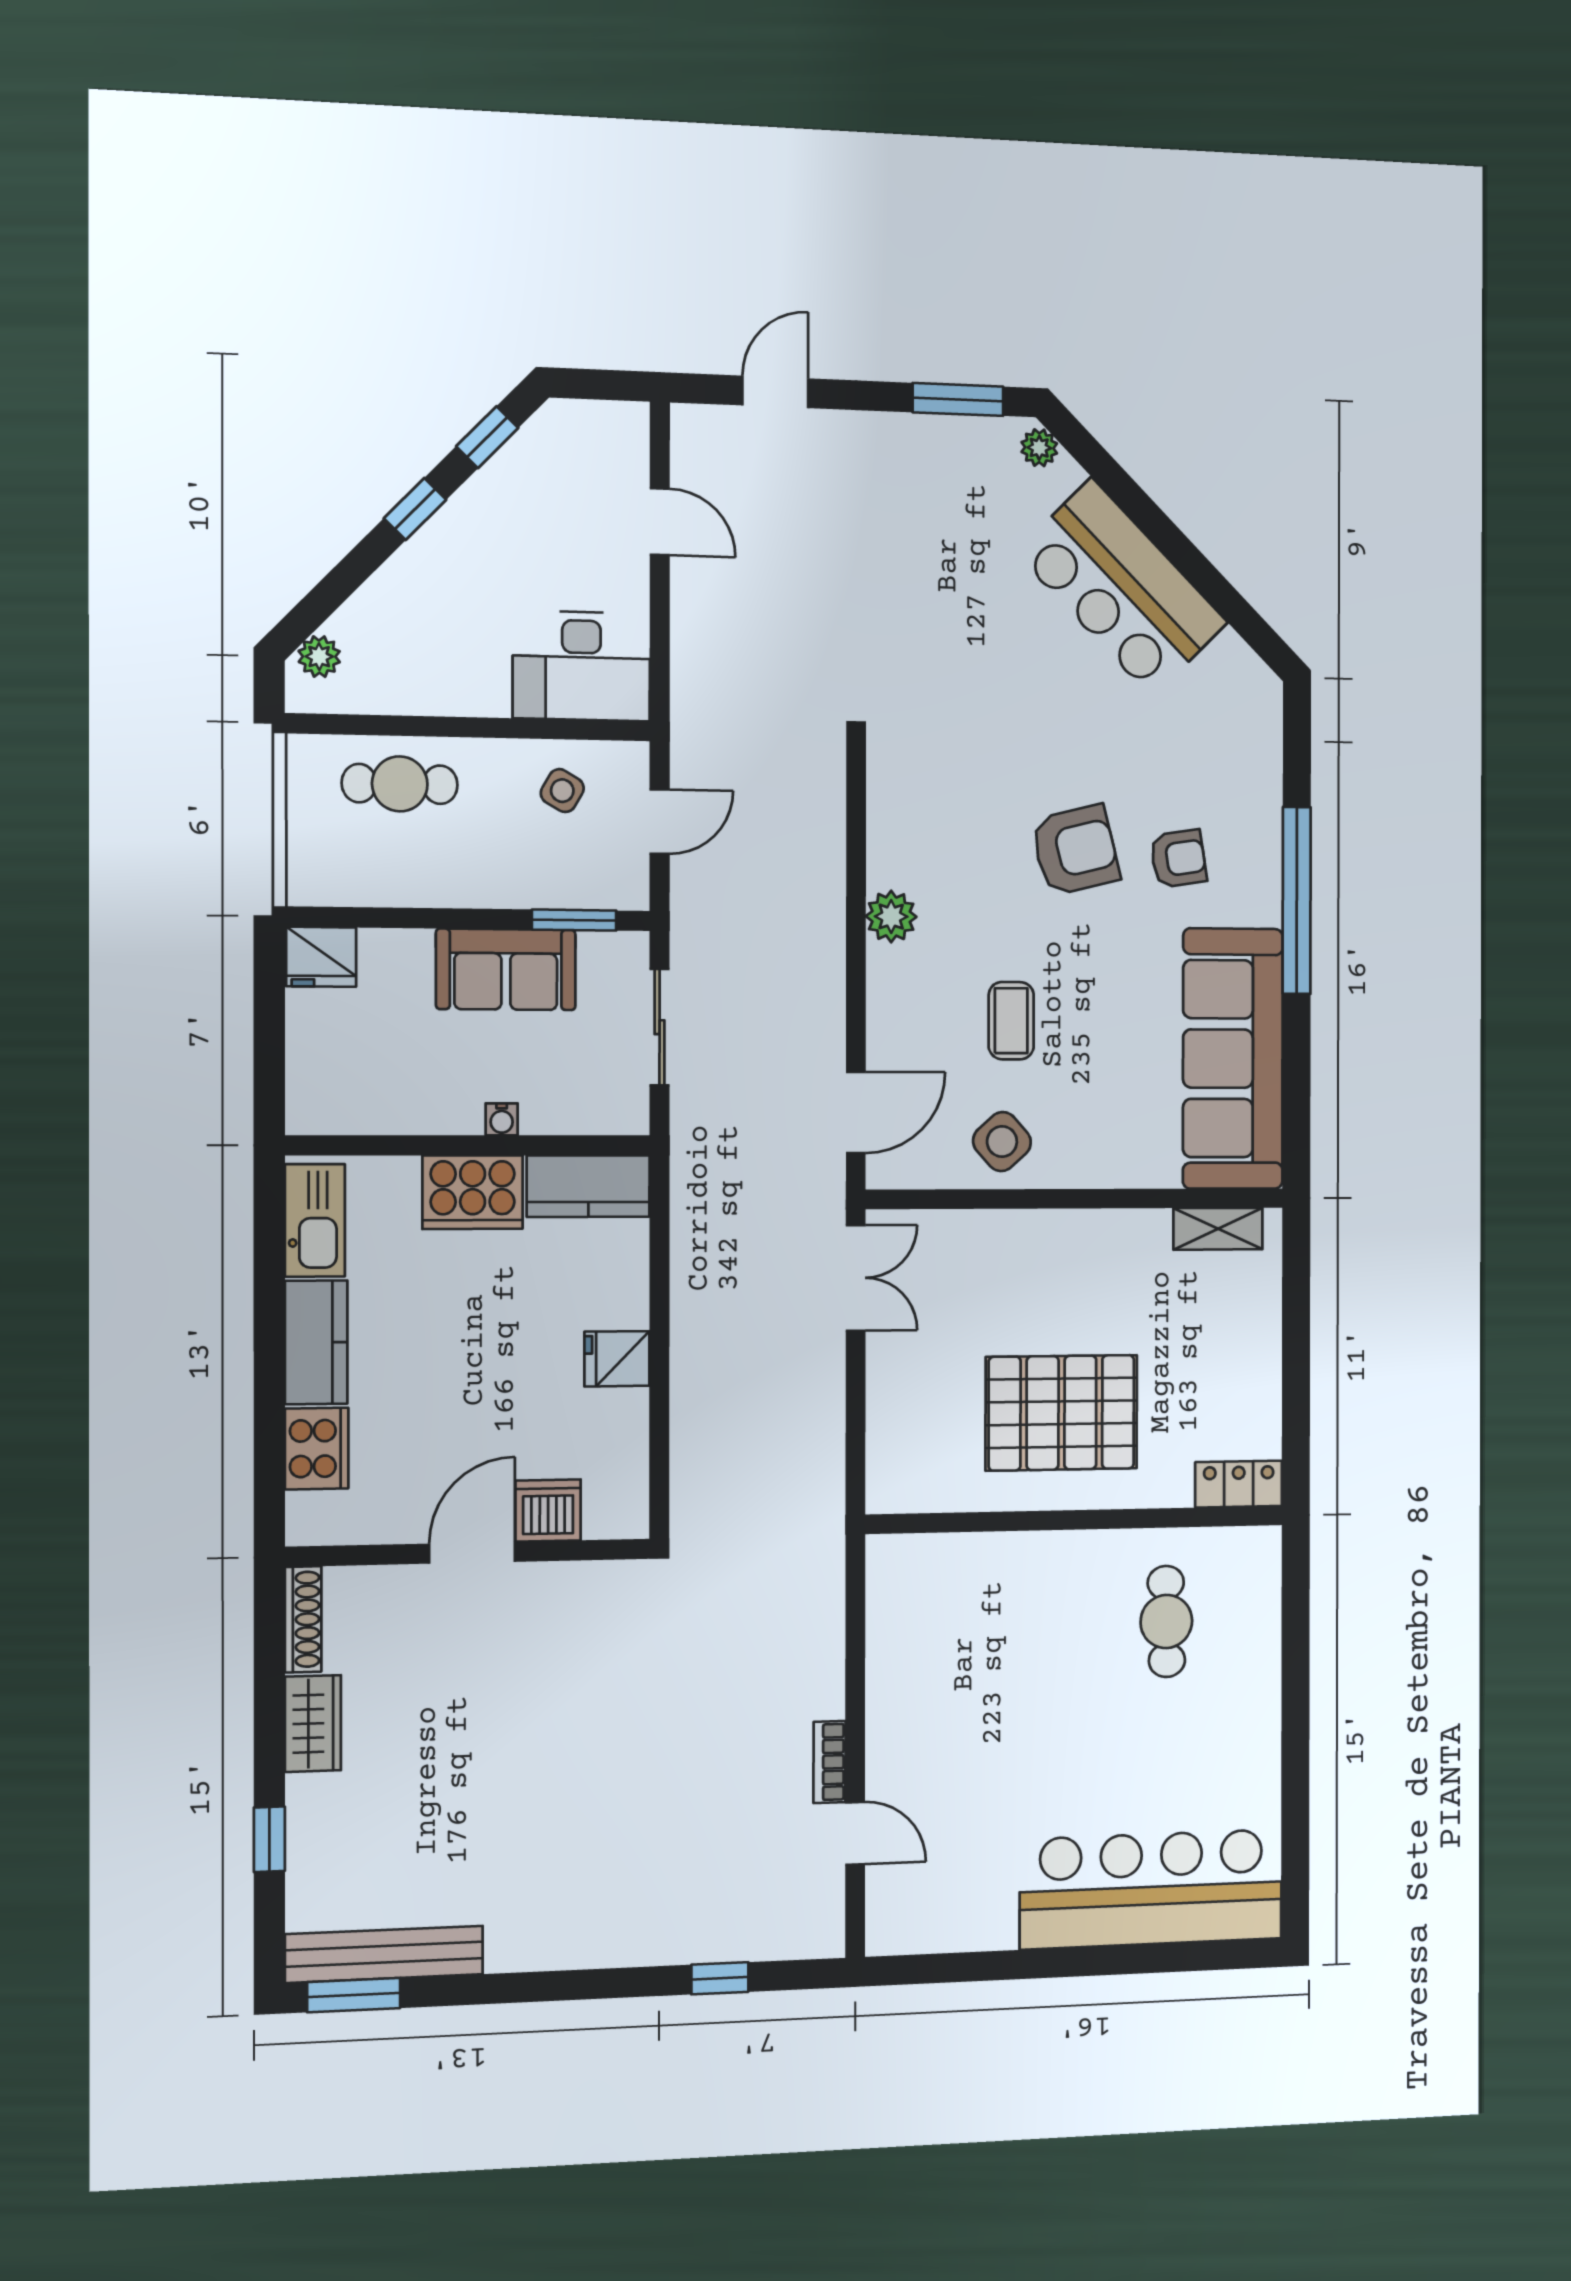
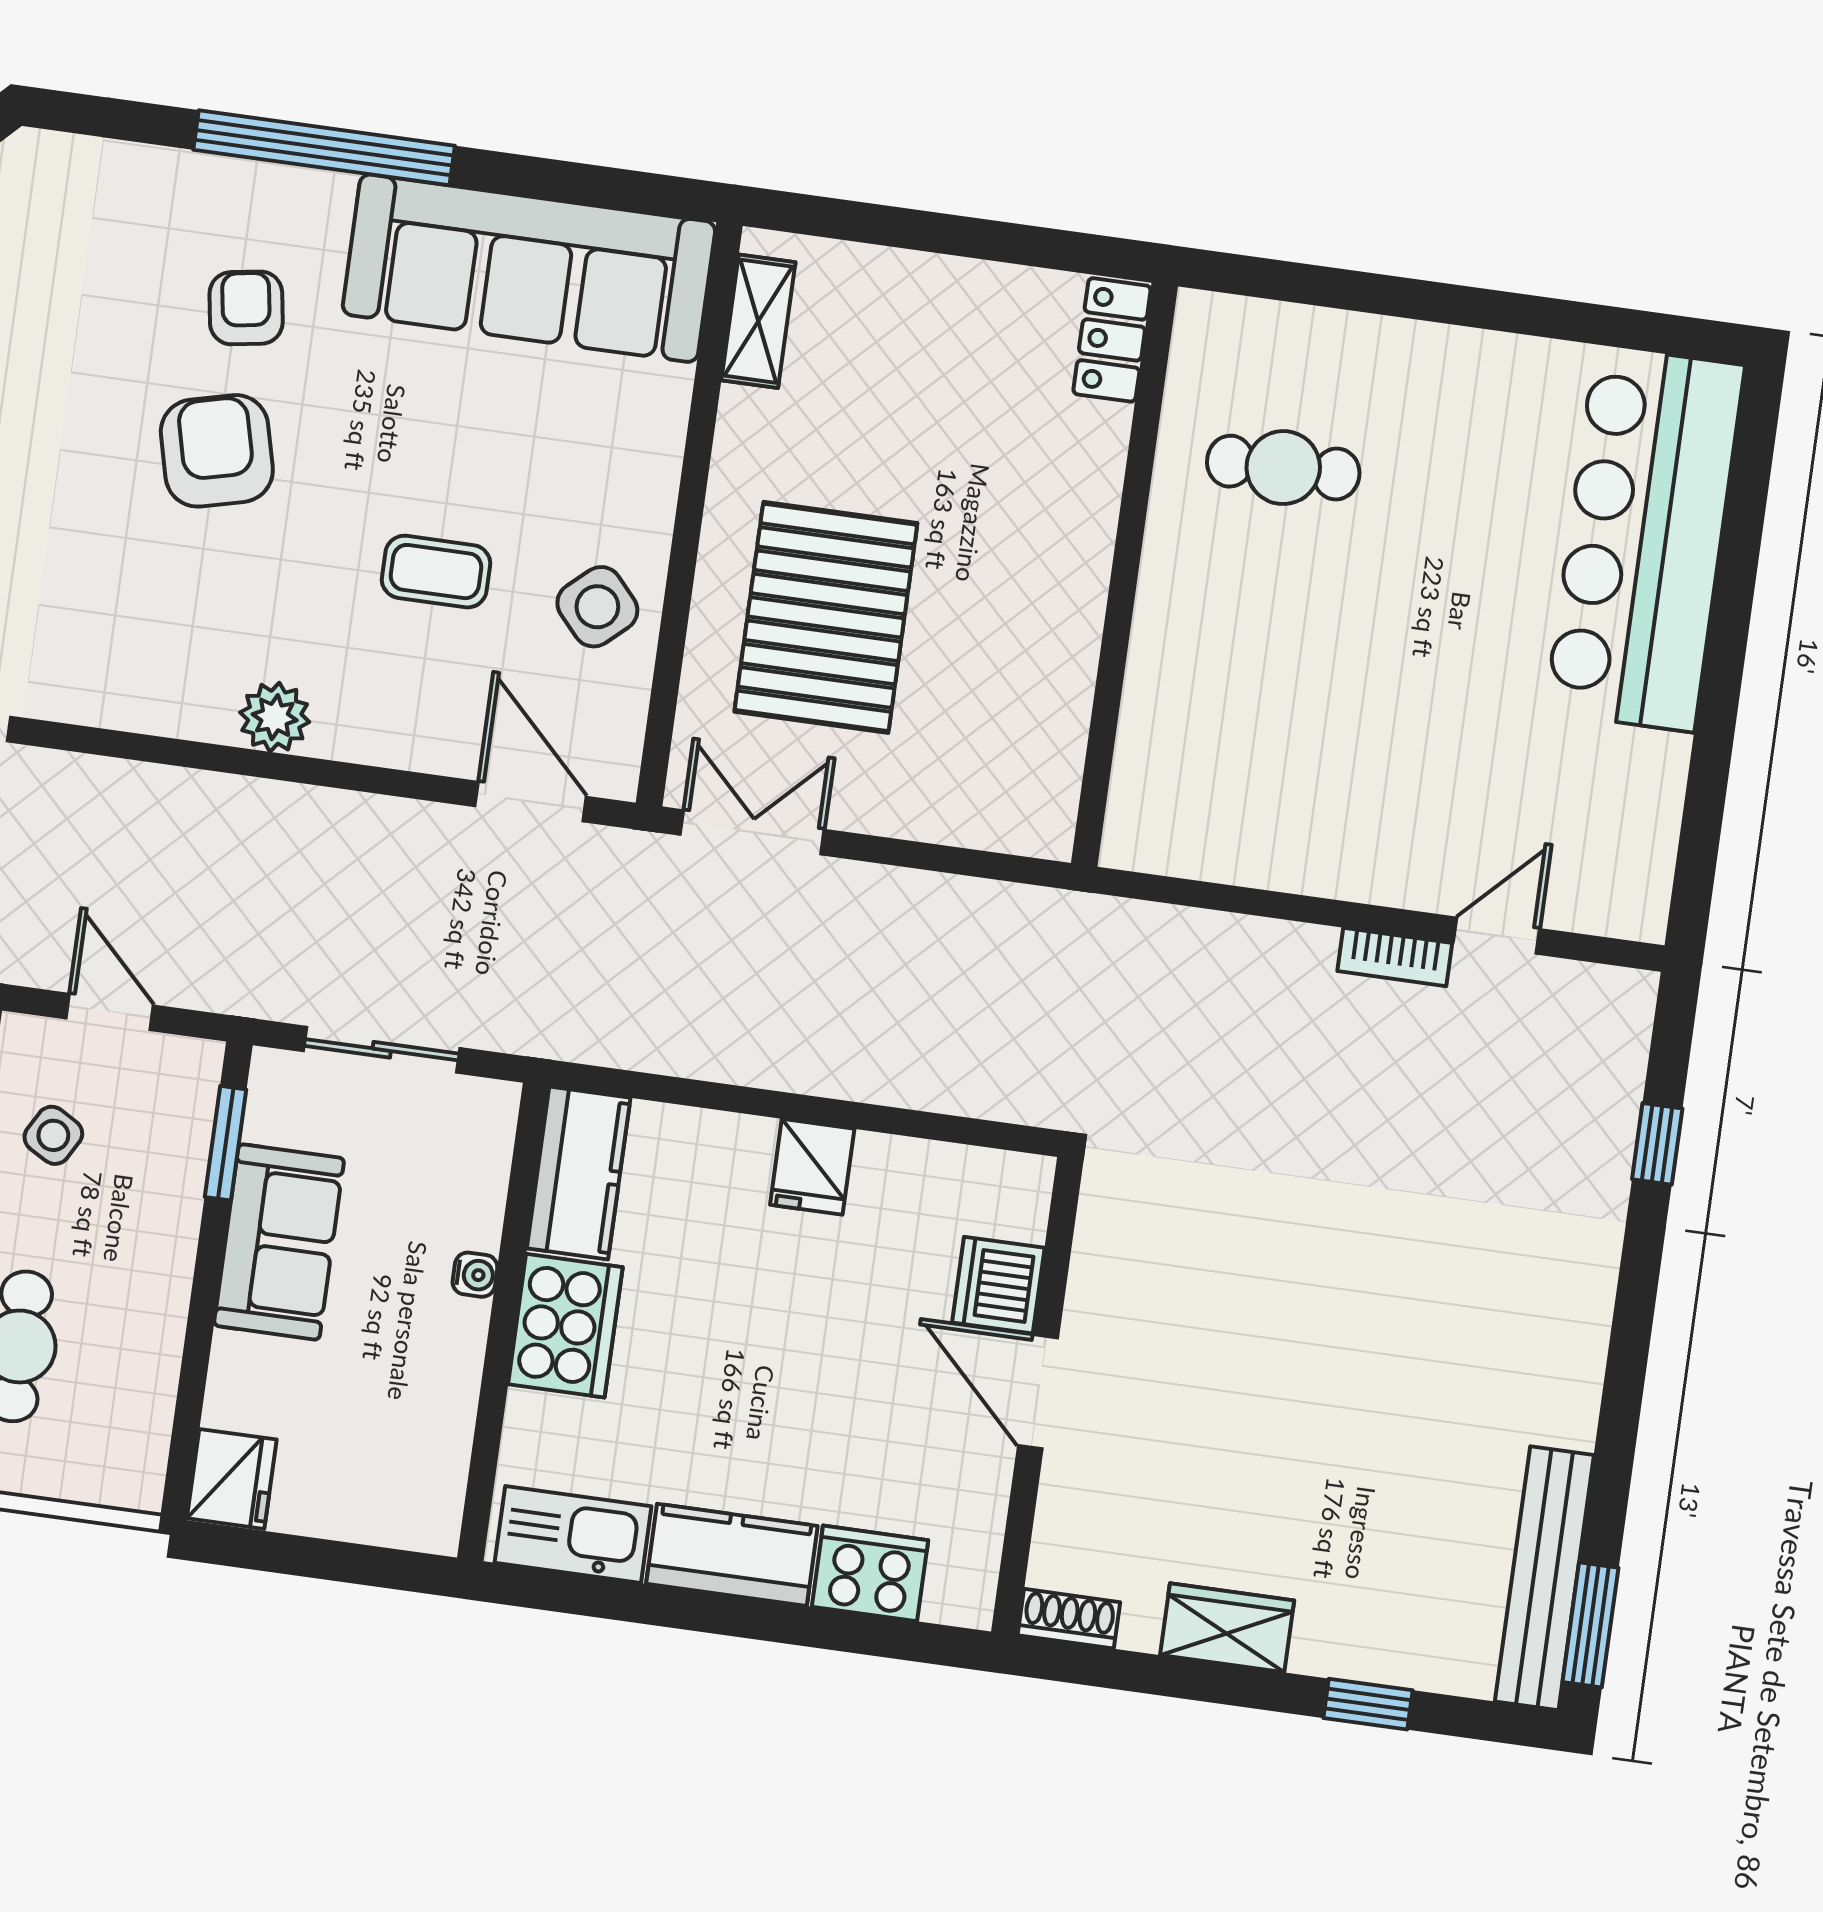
pallet: (1061, 1413) -> (826, 617), moved
shoe rack: (303, 1619) -> (1069, 1619), width x0.70

